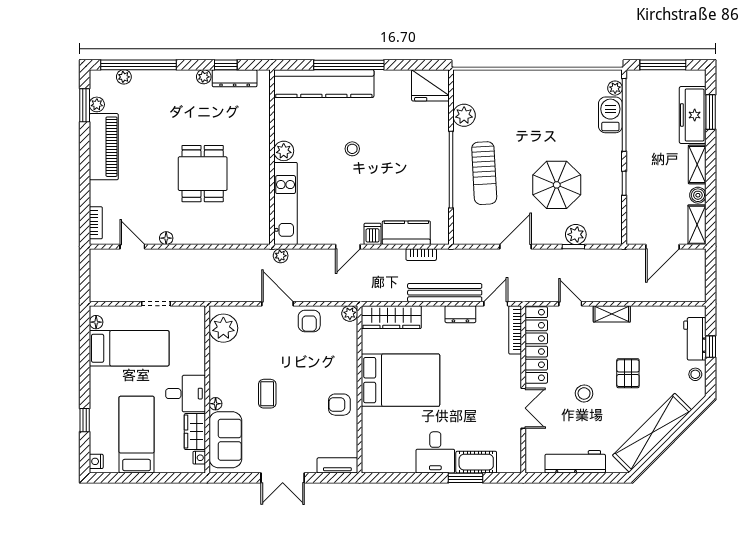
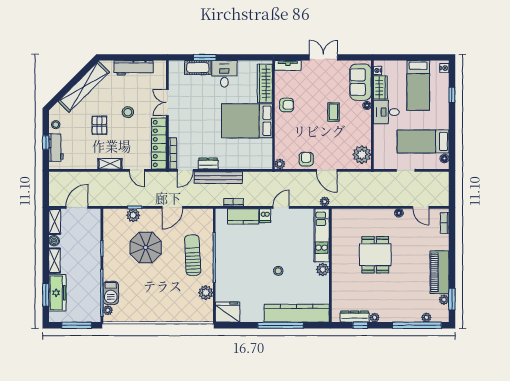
wardrobe: (391, 317) -> (265, 83), moved, turned -90

